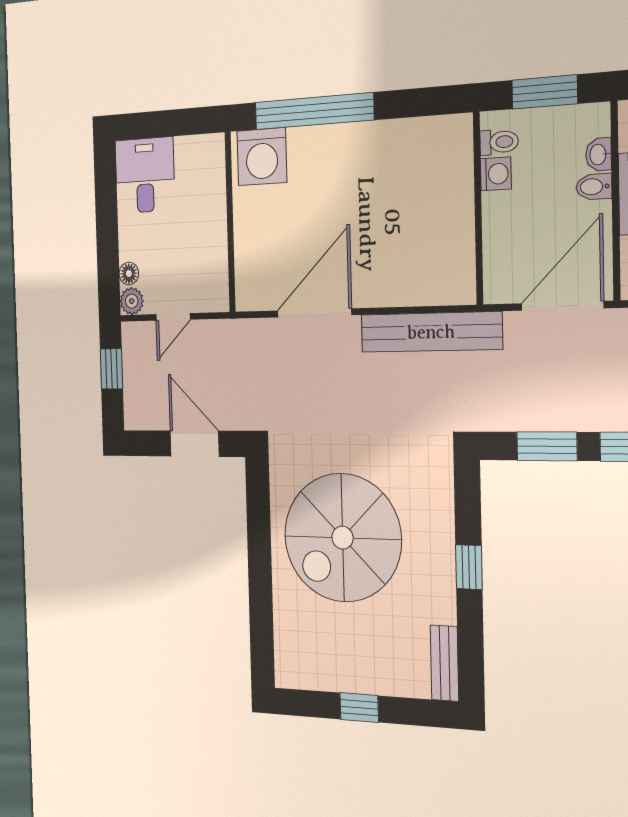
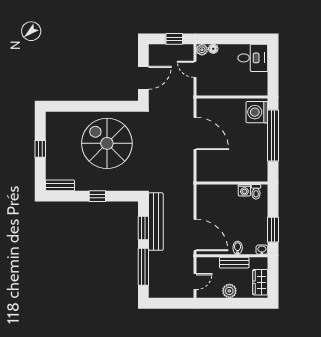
toilet: (499, 142) -> (256, 192), moved
washbasin: (599, 154) -> (262, 250), moved
washing machine: (496, 174) -> (244, 190), moved
wall: (478, 209) -> (232, 183), moved
bench: (431, 332) -> (156, 222), moved

